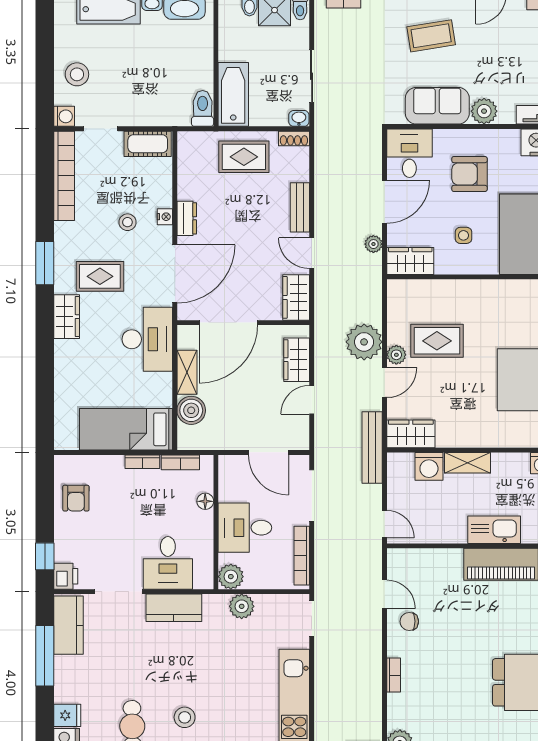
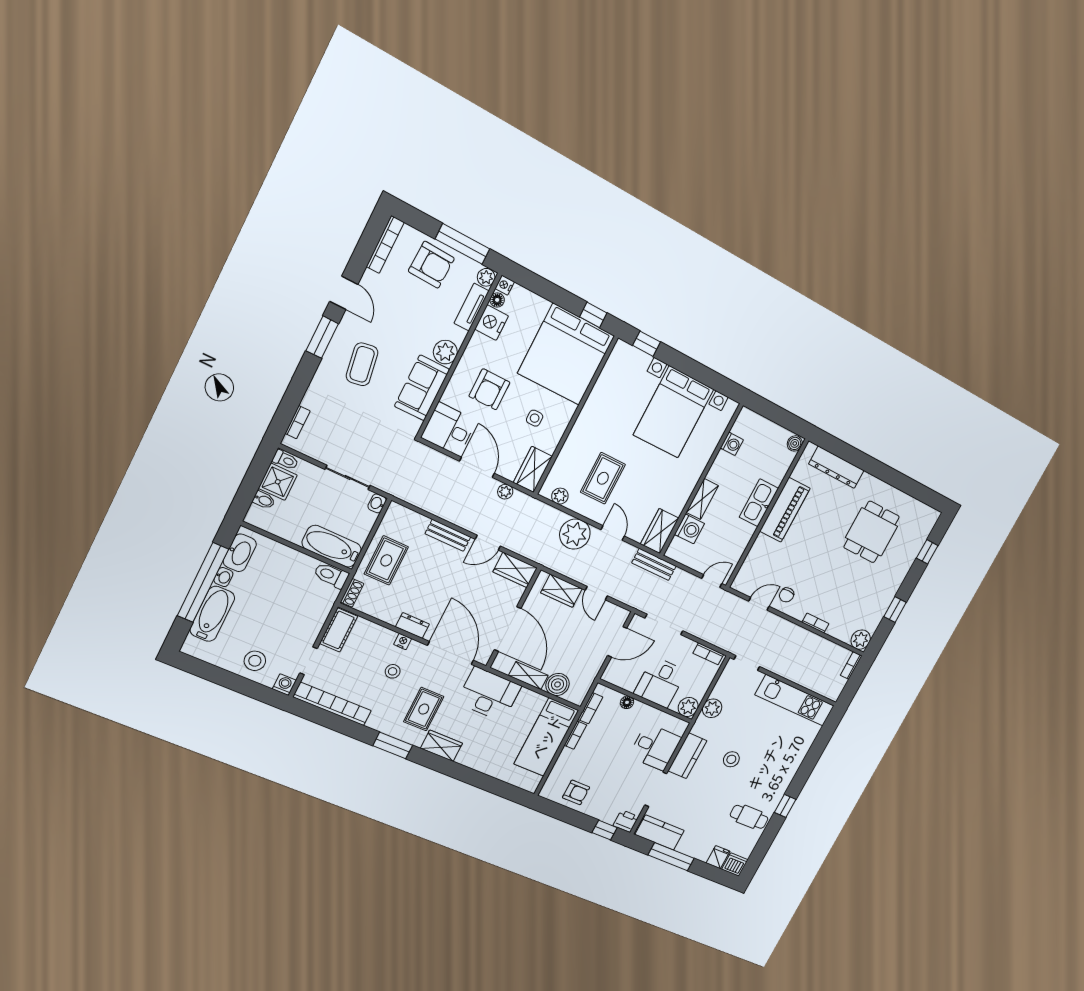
shoe rack: (294, 138) -> (352, 593), moved
plant: (396, 355) -> (560, 496), moved
bench: (372, 448) -> (654, 564), width x0.73
bookcase: (302, 556) -> (708, 654), width x0.64
stool: (185, 717) -> (731, 759), moved

